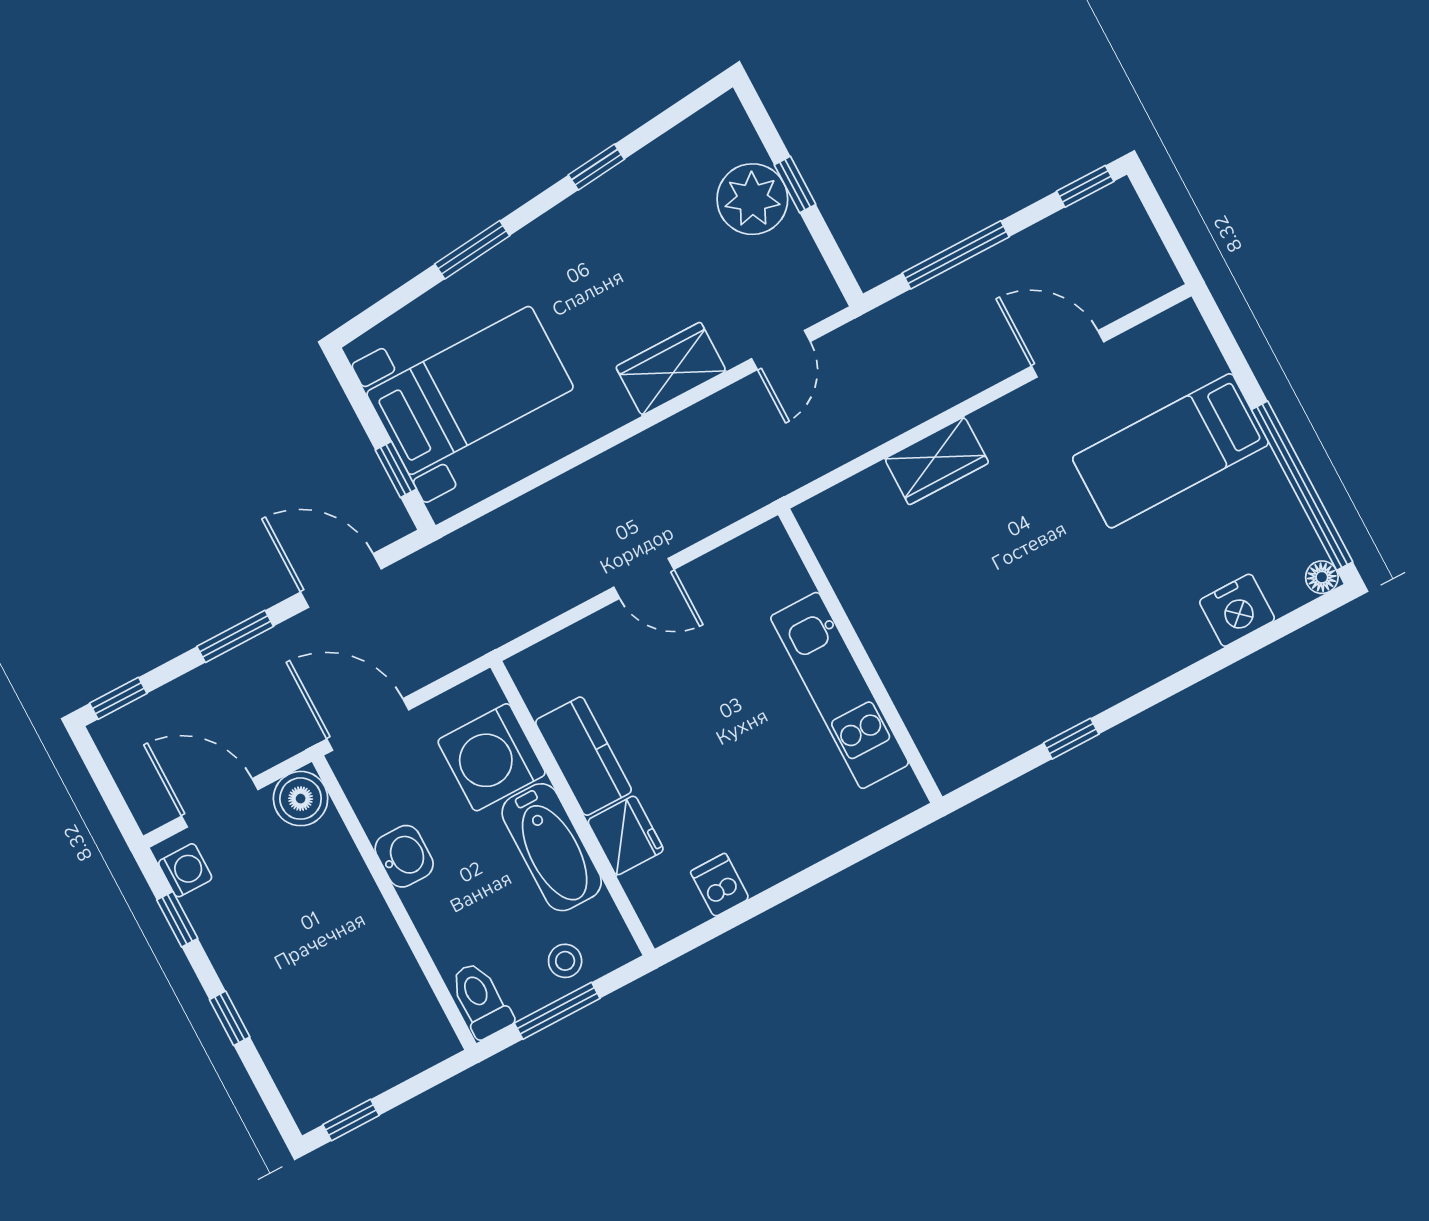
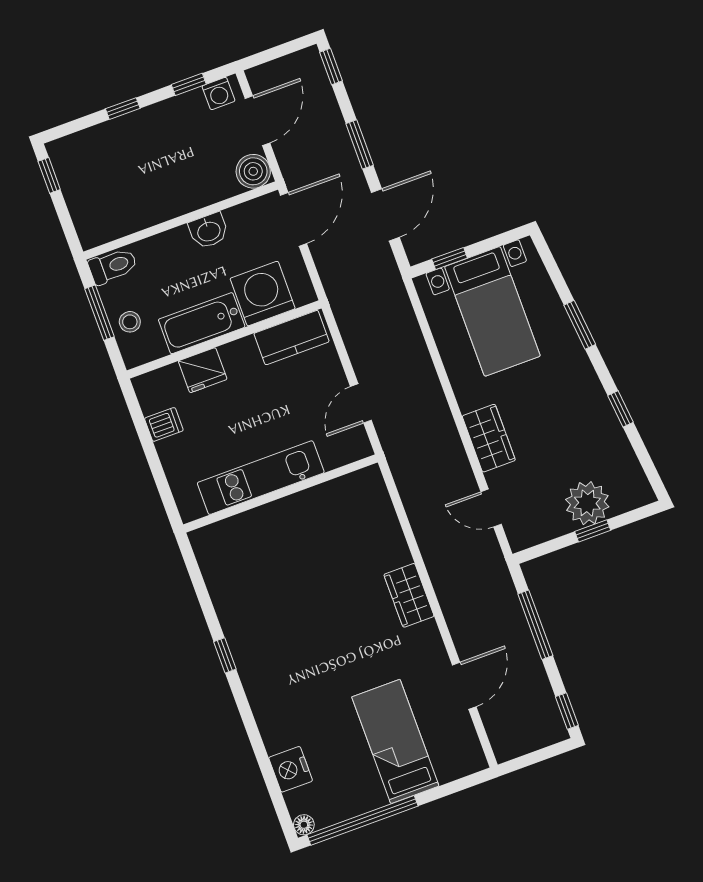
wall: (860, 656) -> (280, 493), moved
kitchen unit: (840, 690) -> (261, 478), moved
kitchen counter: (583, 756) -> (292, 338), moved

